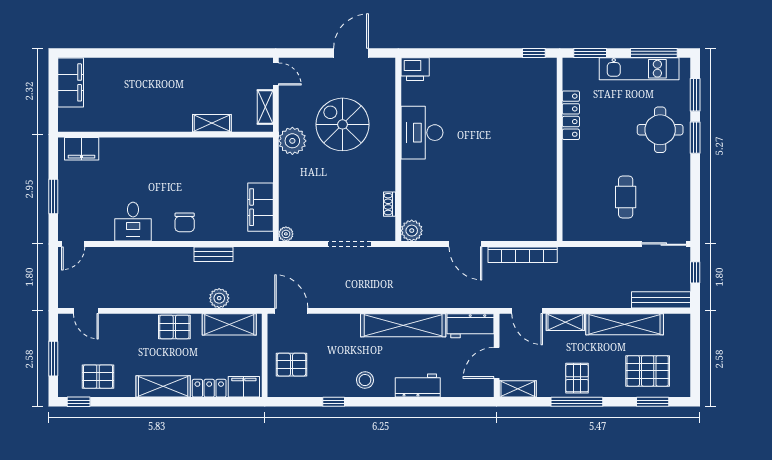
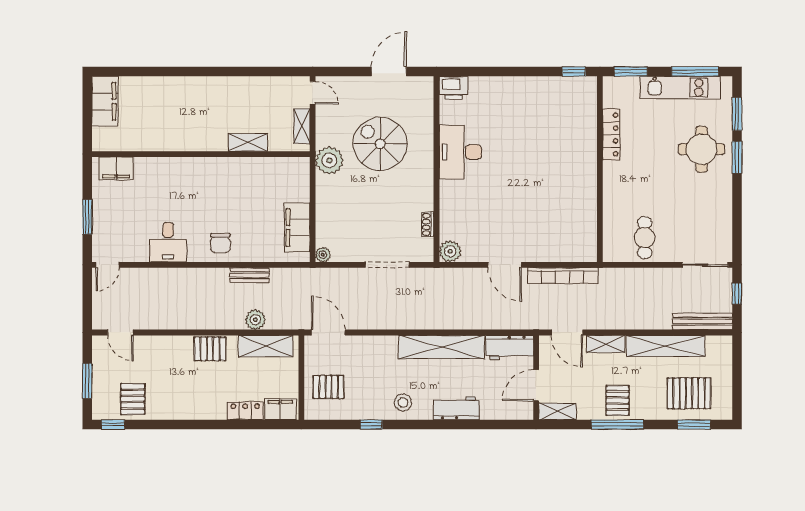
cafe table: (626, 197) -> (645, 238), moved
pallet: (98, 377) -> (133, 399), turned 90
shelving: (163, 386) -> (199, 409), removed

